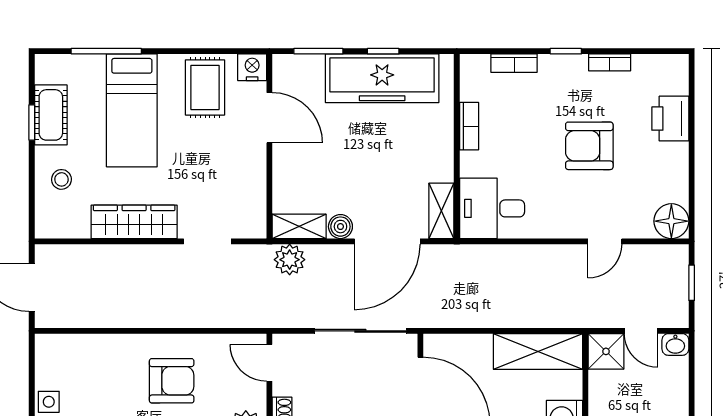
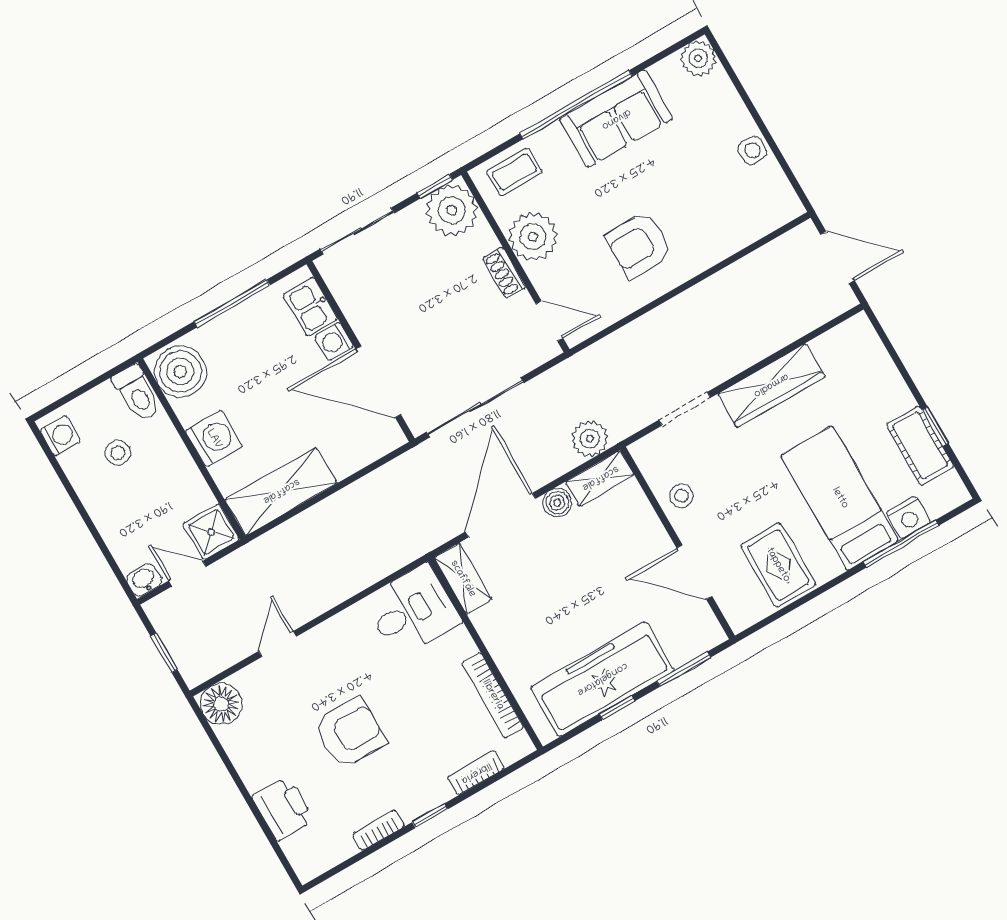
nightstand: (252, 67) -> (908, 517), moved
bookcase: (469, 126) -> (493, 695), width x1.56
stool: (61, 179) -> (682, 496), moved

